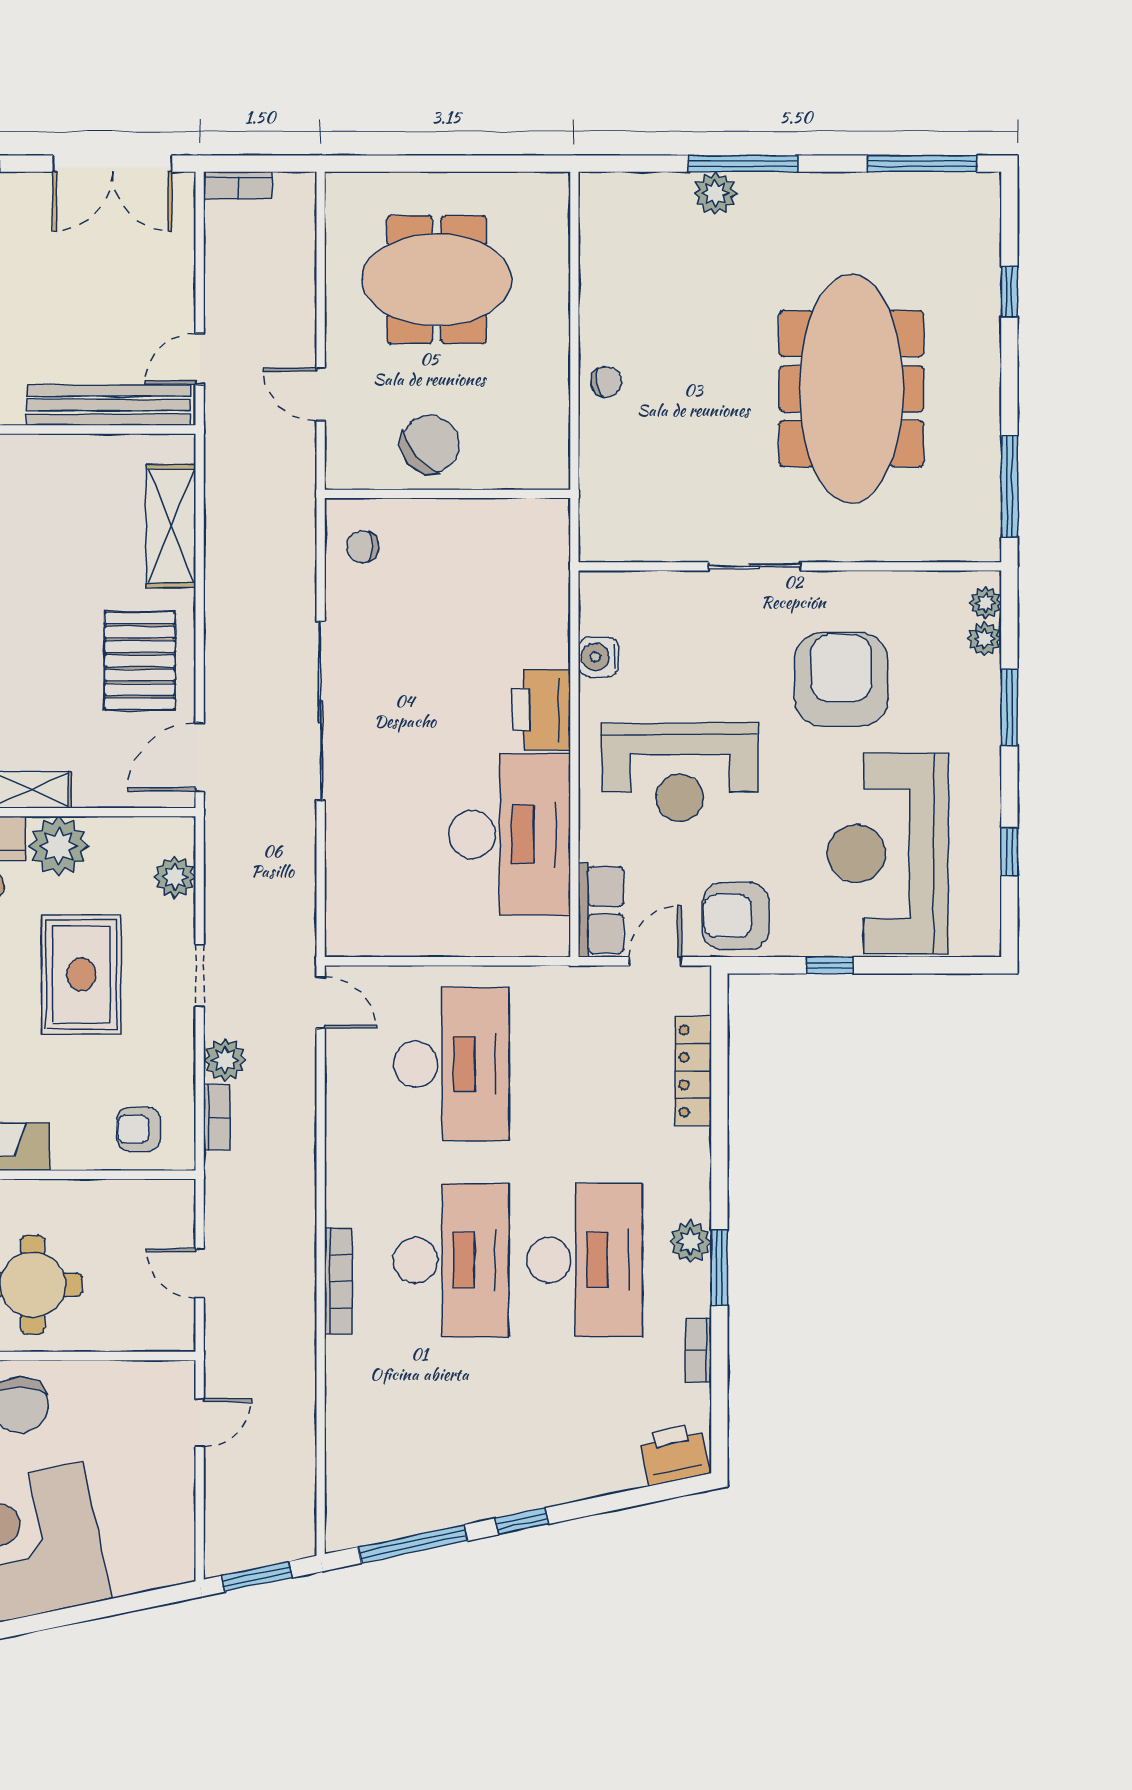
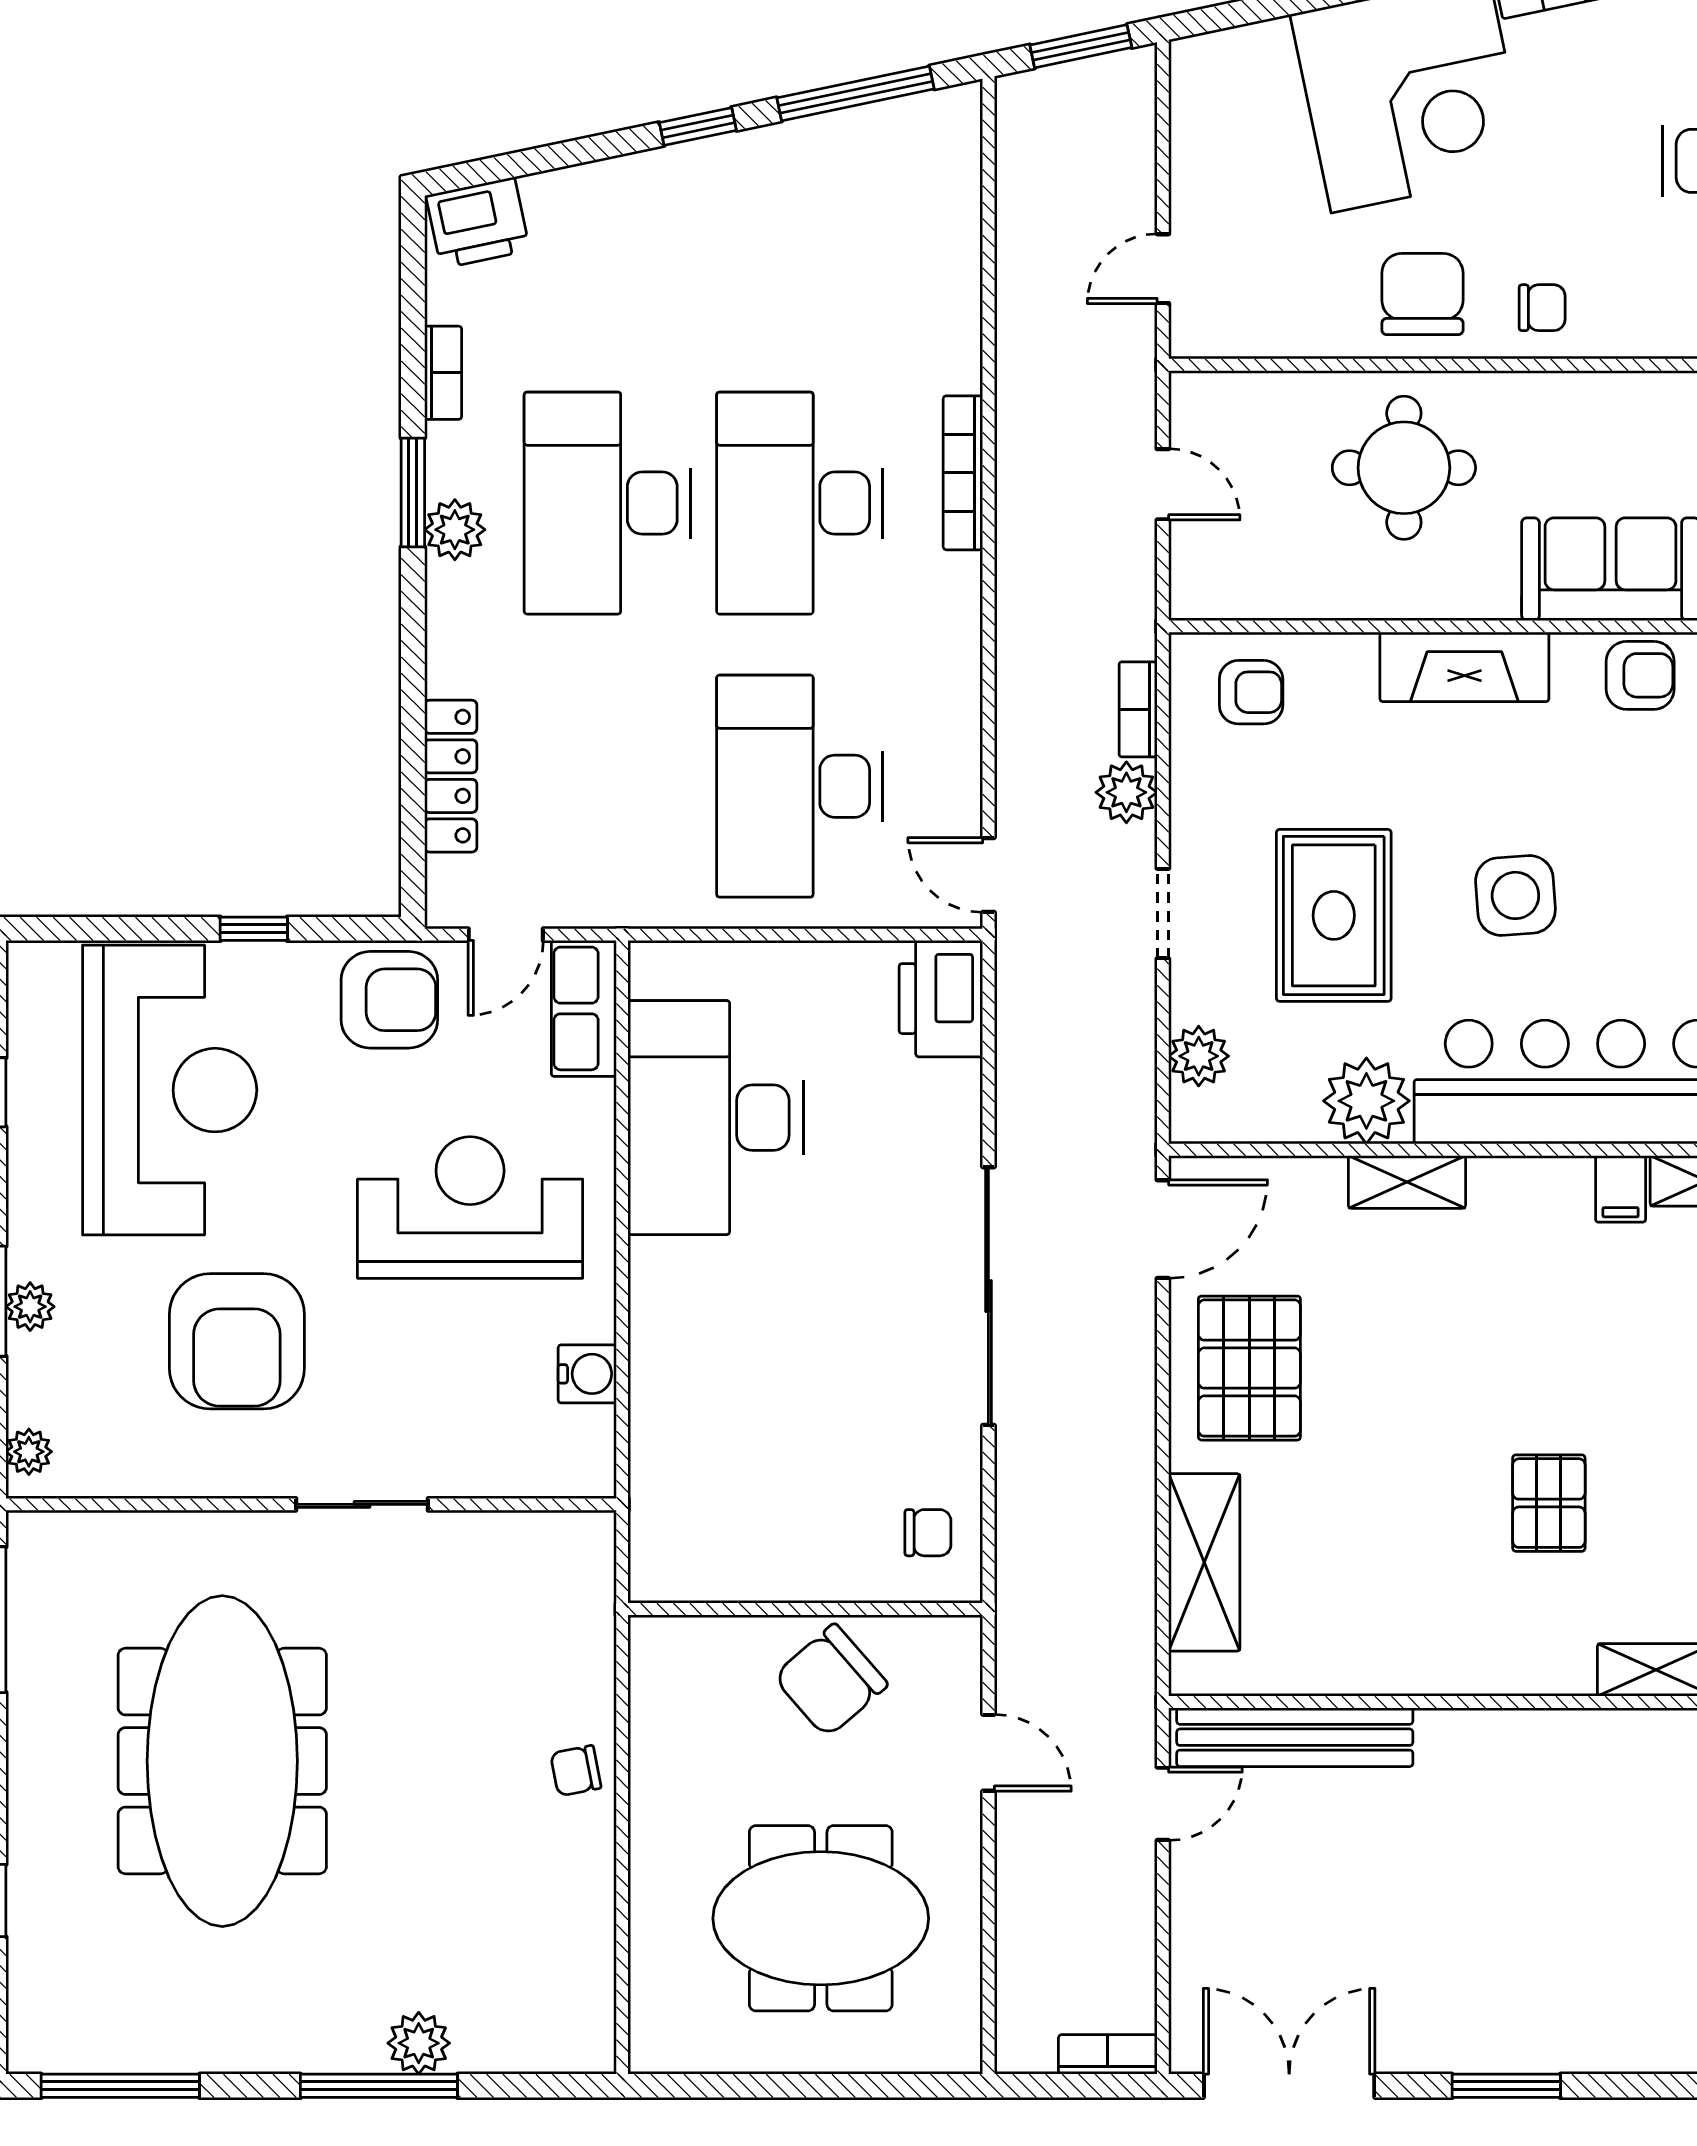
plant: (985, 639) -> (30, 1307), moved
printer: (541, 710) -> (941, 999), moved, turned 180

